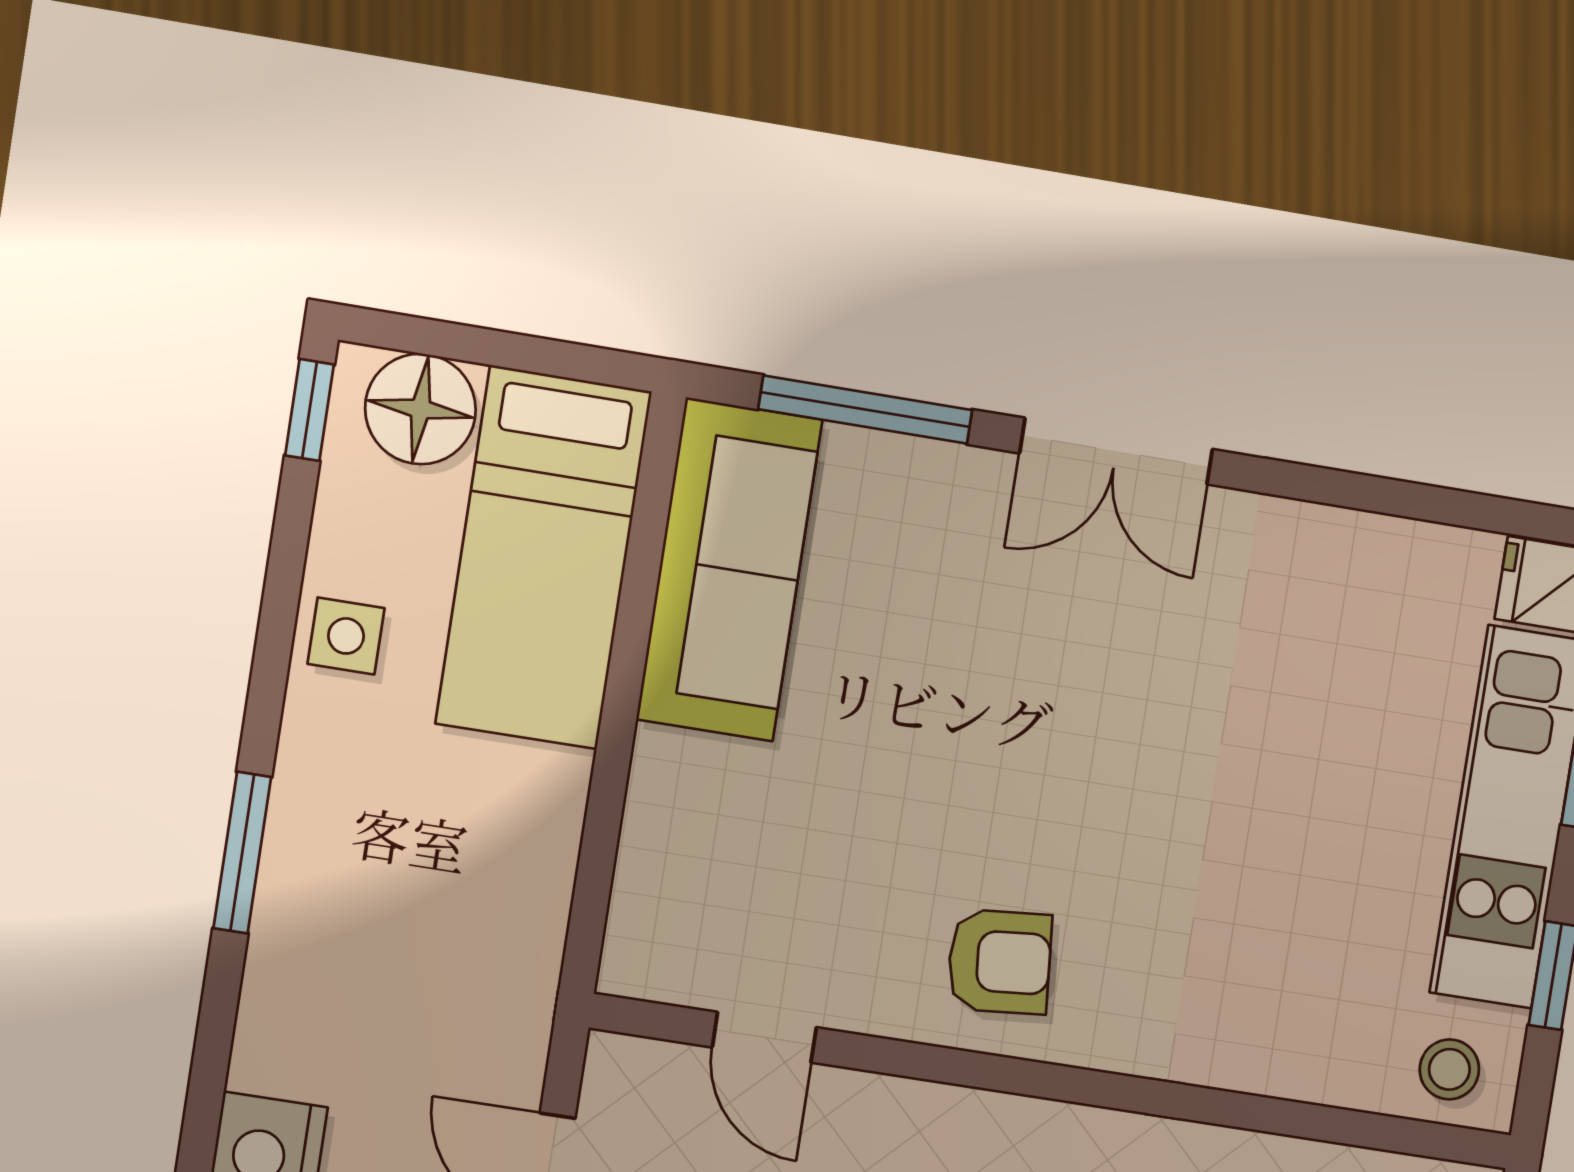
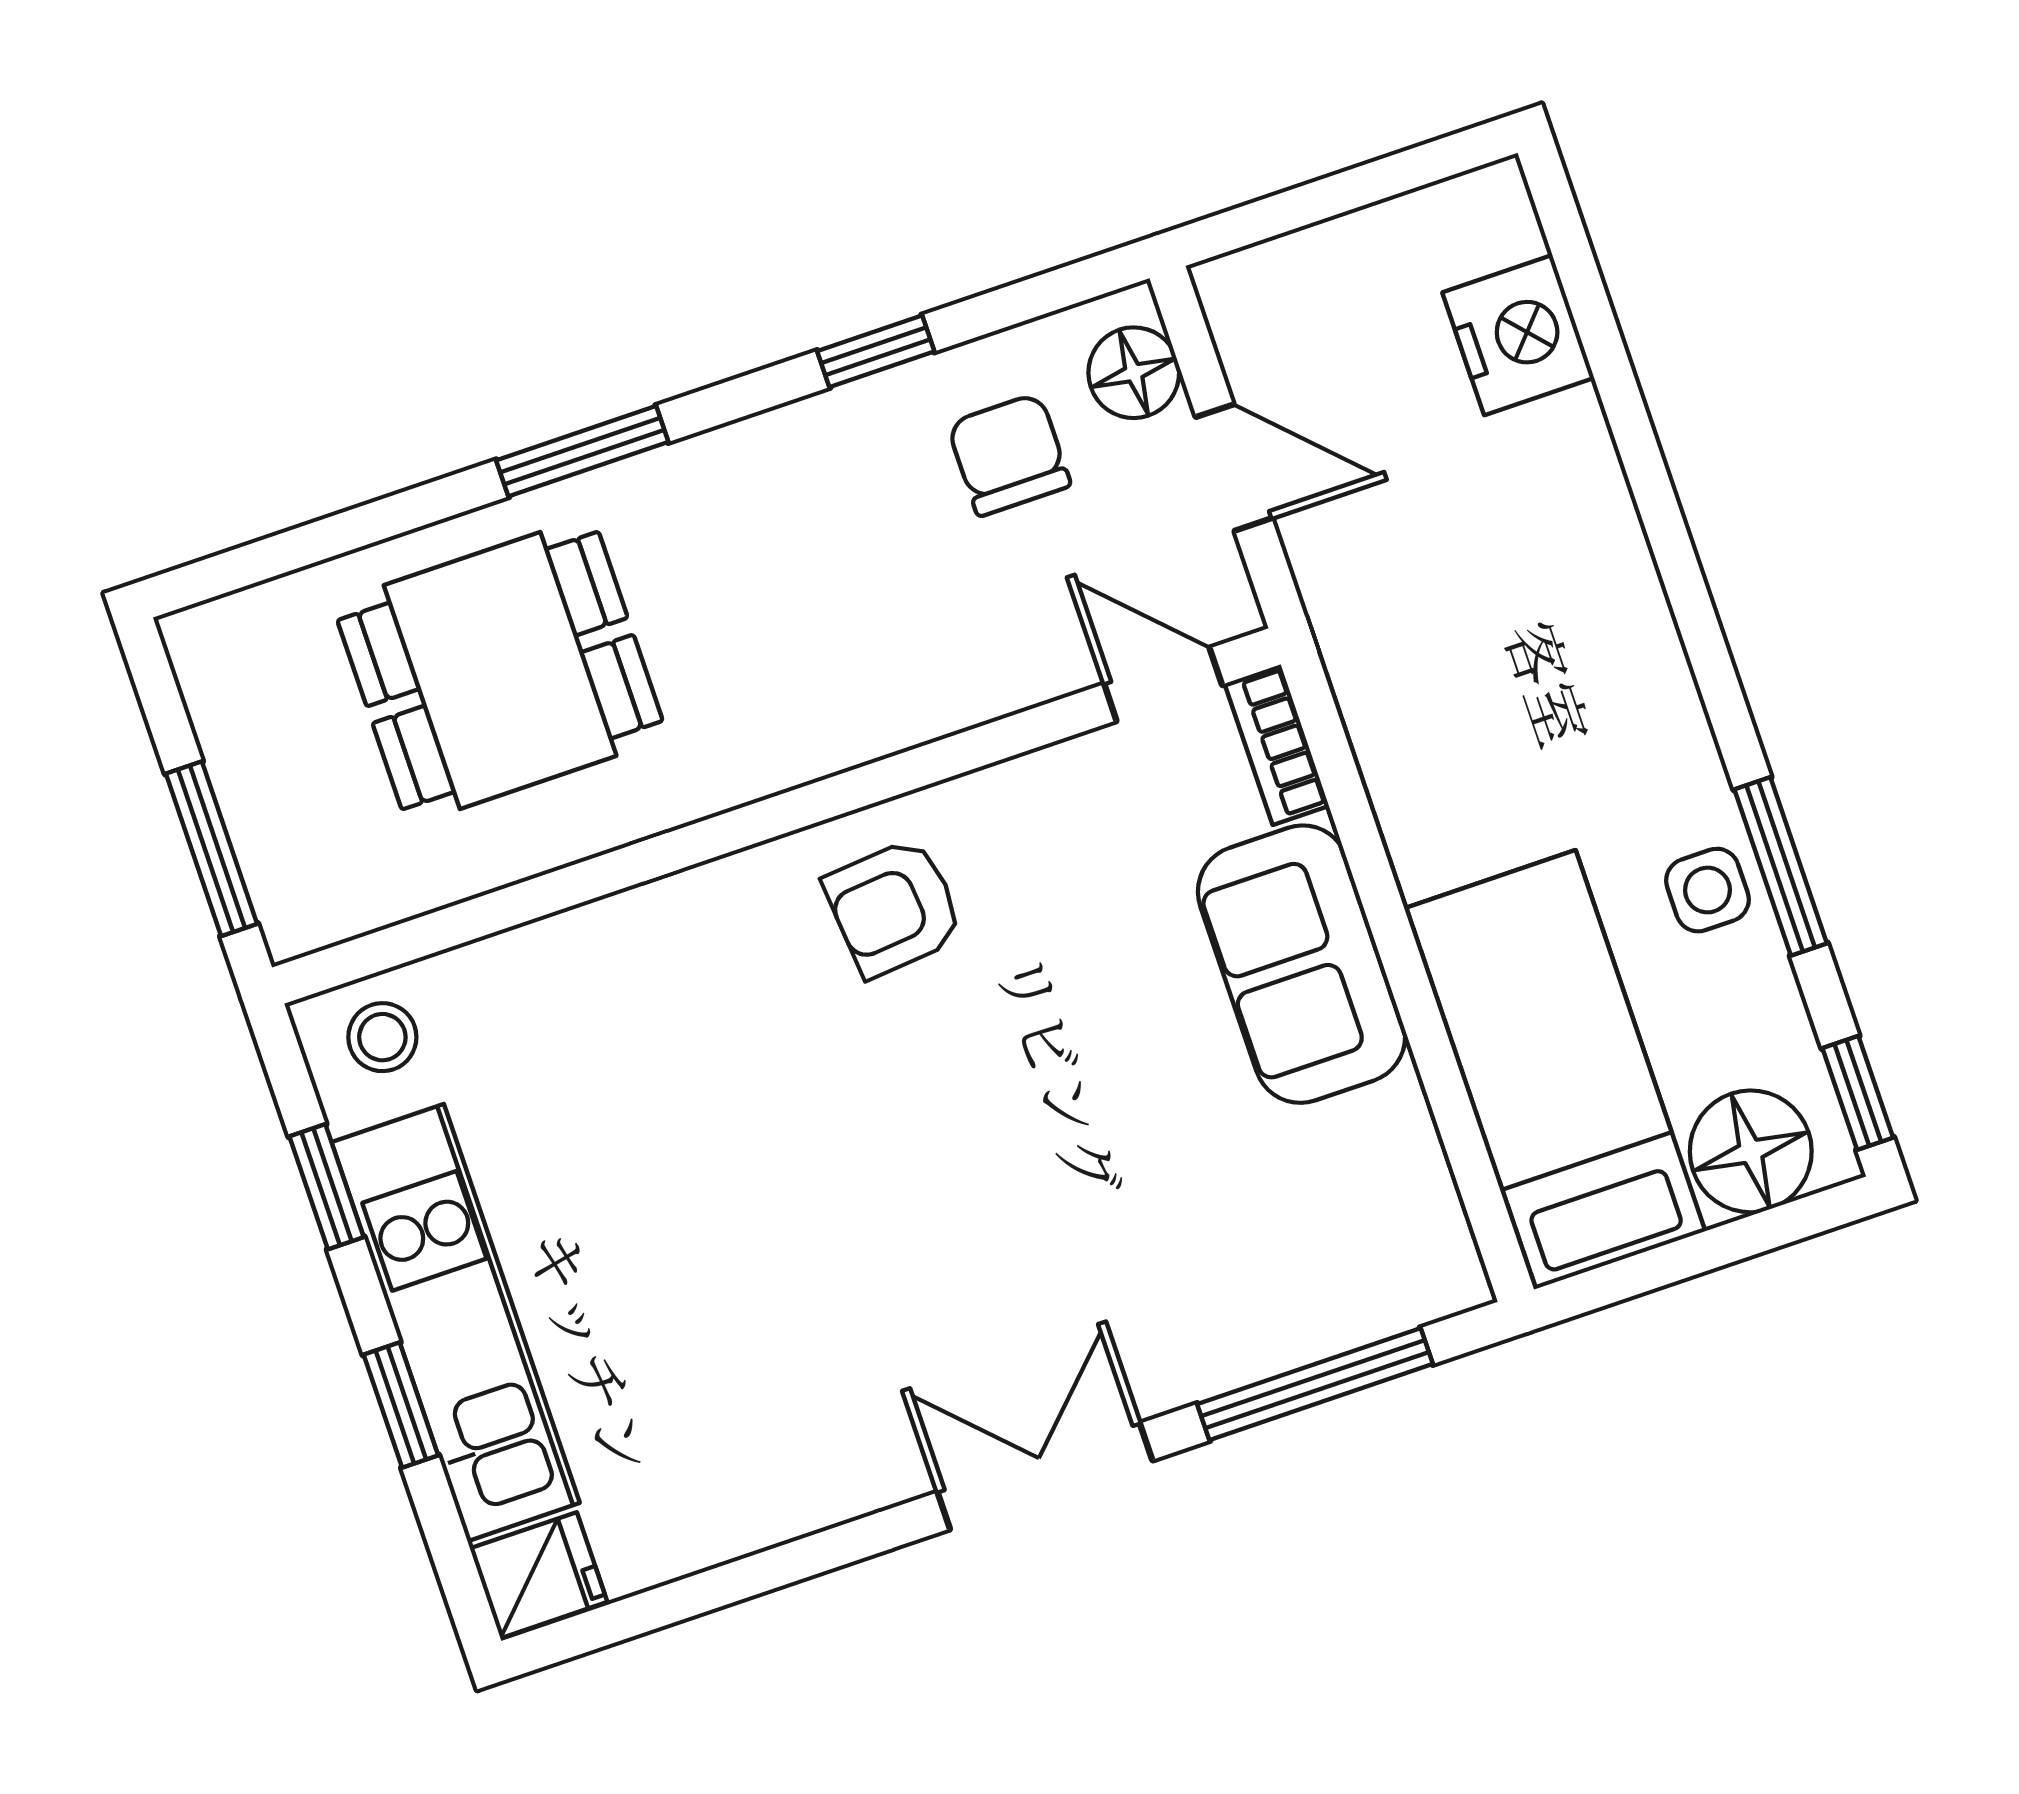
sofa: (729, 570) -> (1302, 964), moved, width x0.73
window: (242, 853) -> (1781, 866), moved
bookcase: (630, 932) -> (1277, 745), added
door: (764, 1037) -> (1163, 684), moved

